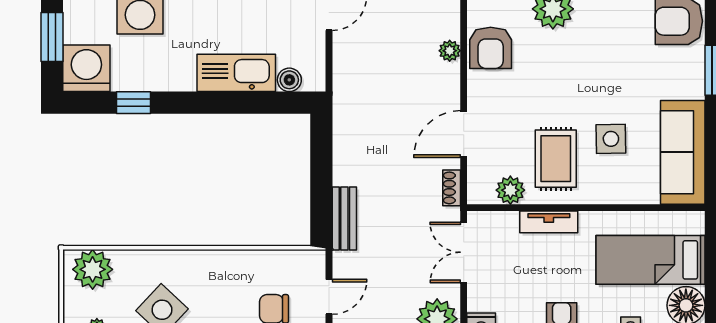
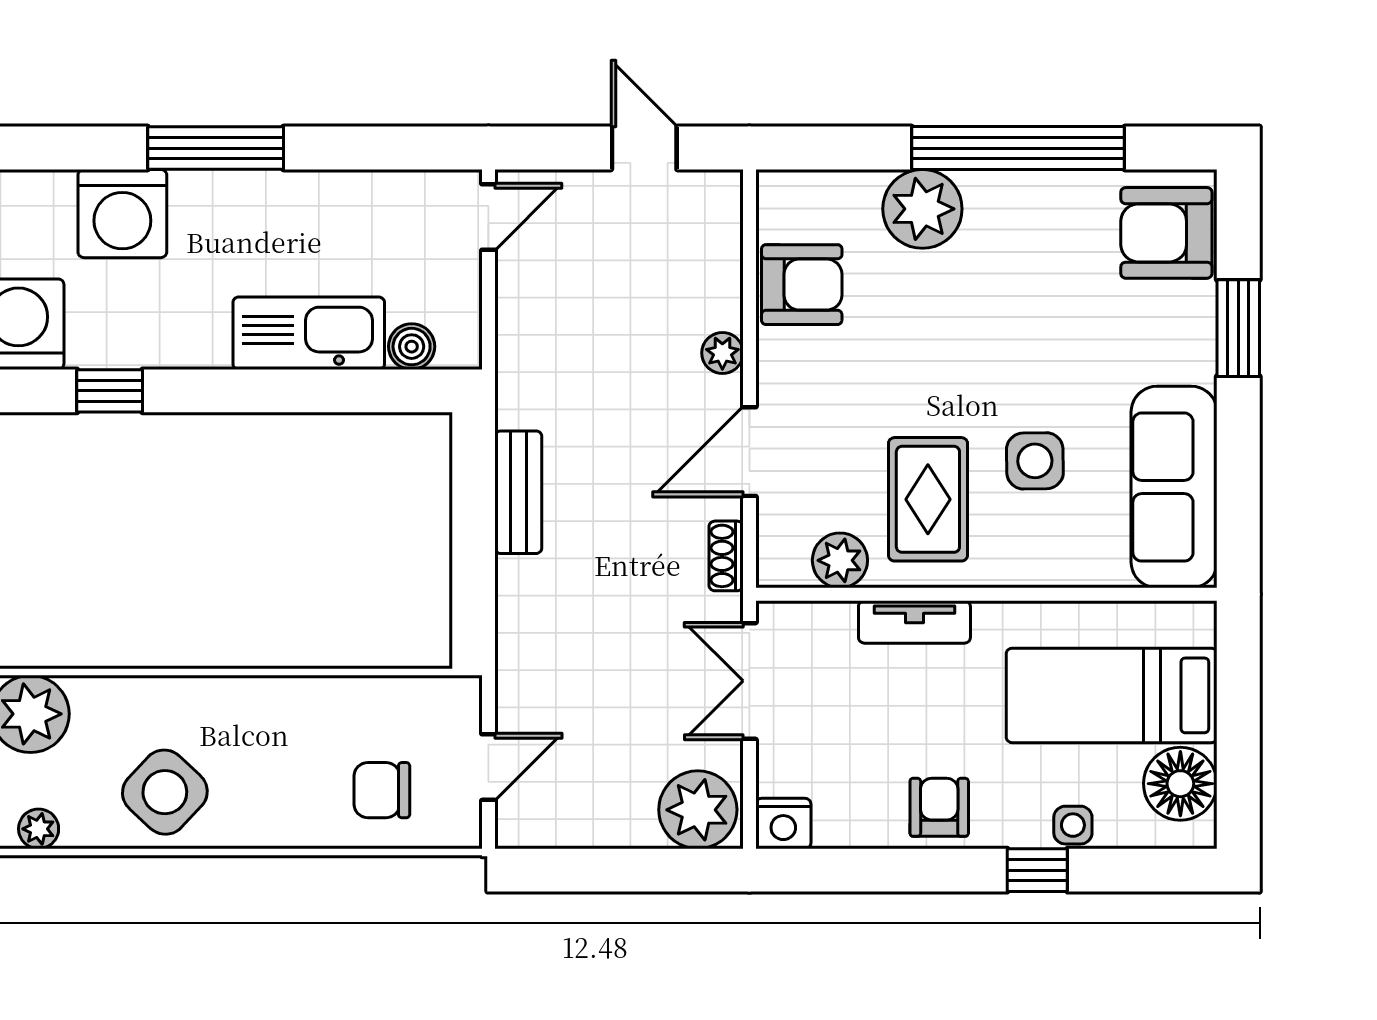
armchair: (491, 48) -> (802, 285), turned -90
plant: (450, 51) -> (722, 353), moved
bench: (344, 218) -> (518, 492), moved

